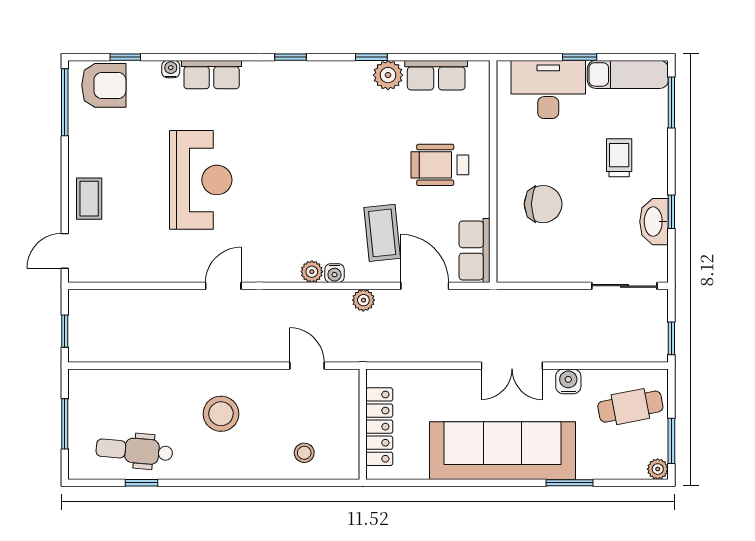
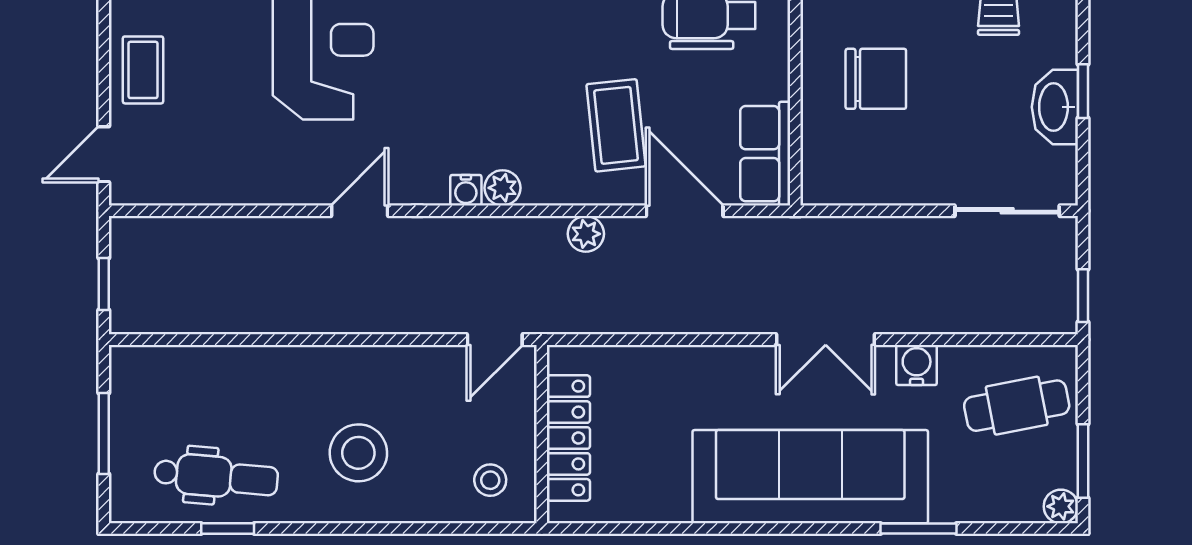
water cooler: (334, 273) -> (466, 190), moved
door: (307, 366) -> (495, 340), swing flipped
stool: (221, 414) -> (358, 453), moved
wall: (363, 424) -> (542, 434), moved
locker: (379, 427) -> (568, 438), moved
dental chair: (134, 450) -> (216, 477), turned 180

